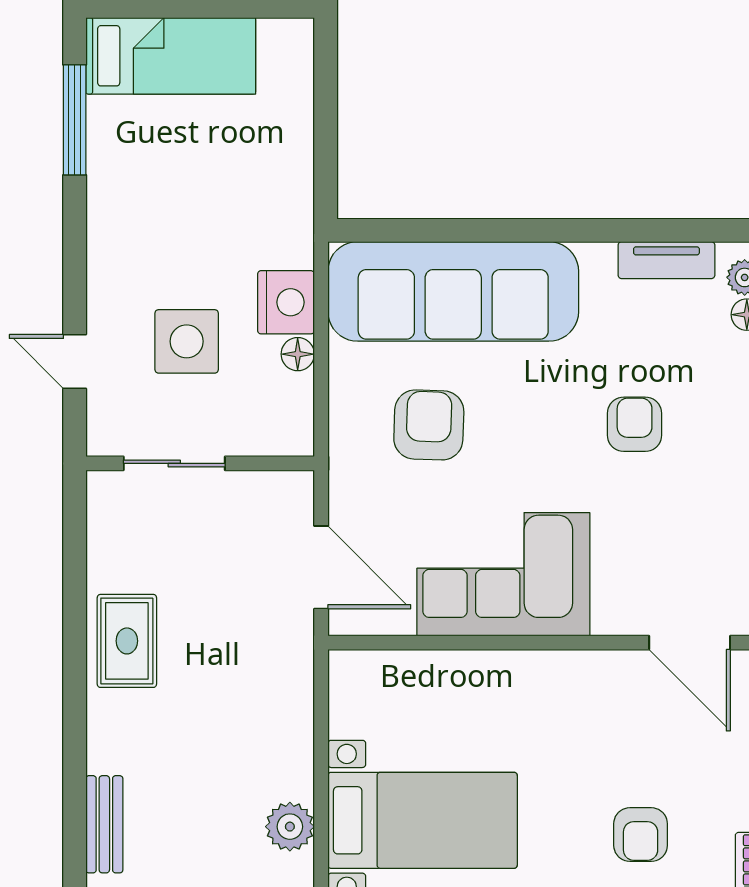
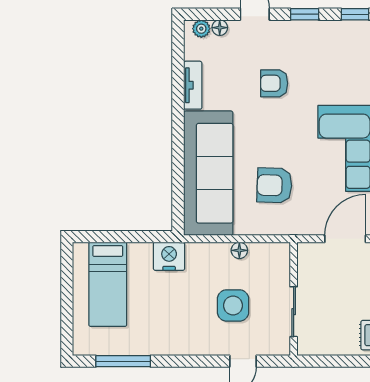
bed: (171, 56) -> (108, 284), moved, turned 180
tv unit: (666, 260) -> (193, 85), moved
nightstand: (286, 302) -> (169, 256), moved

